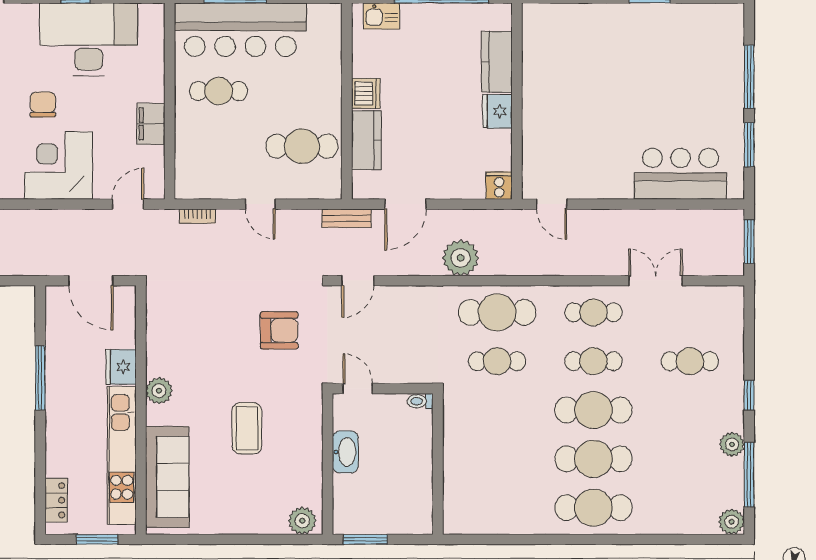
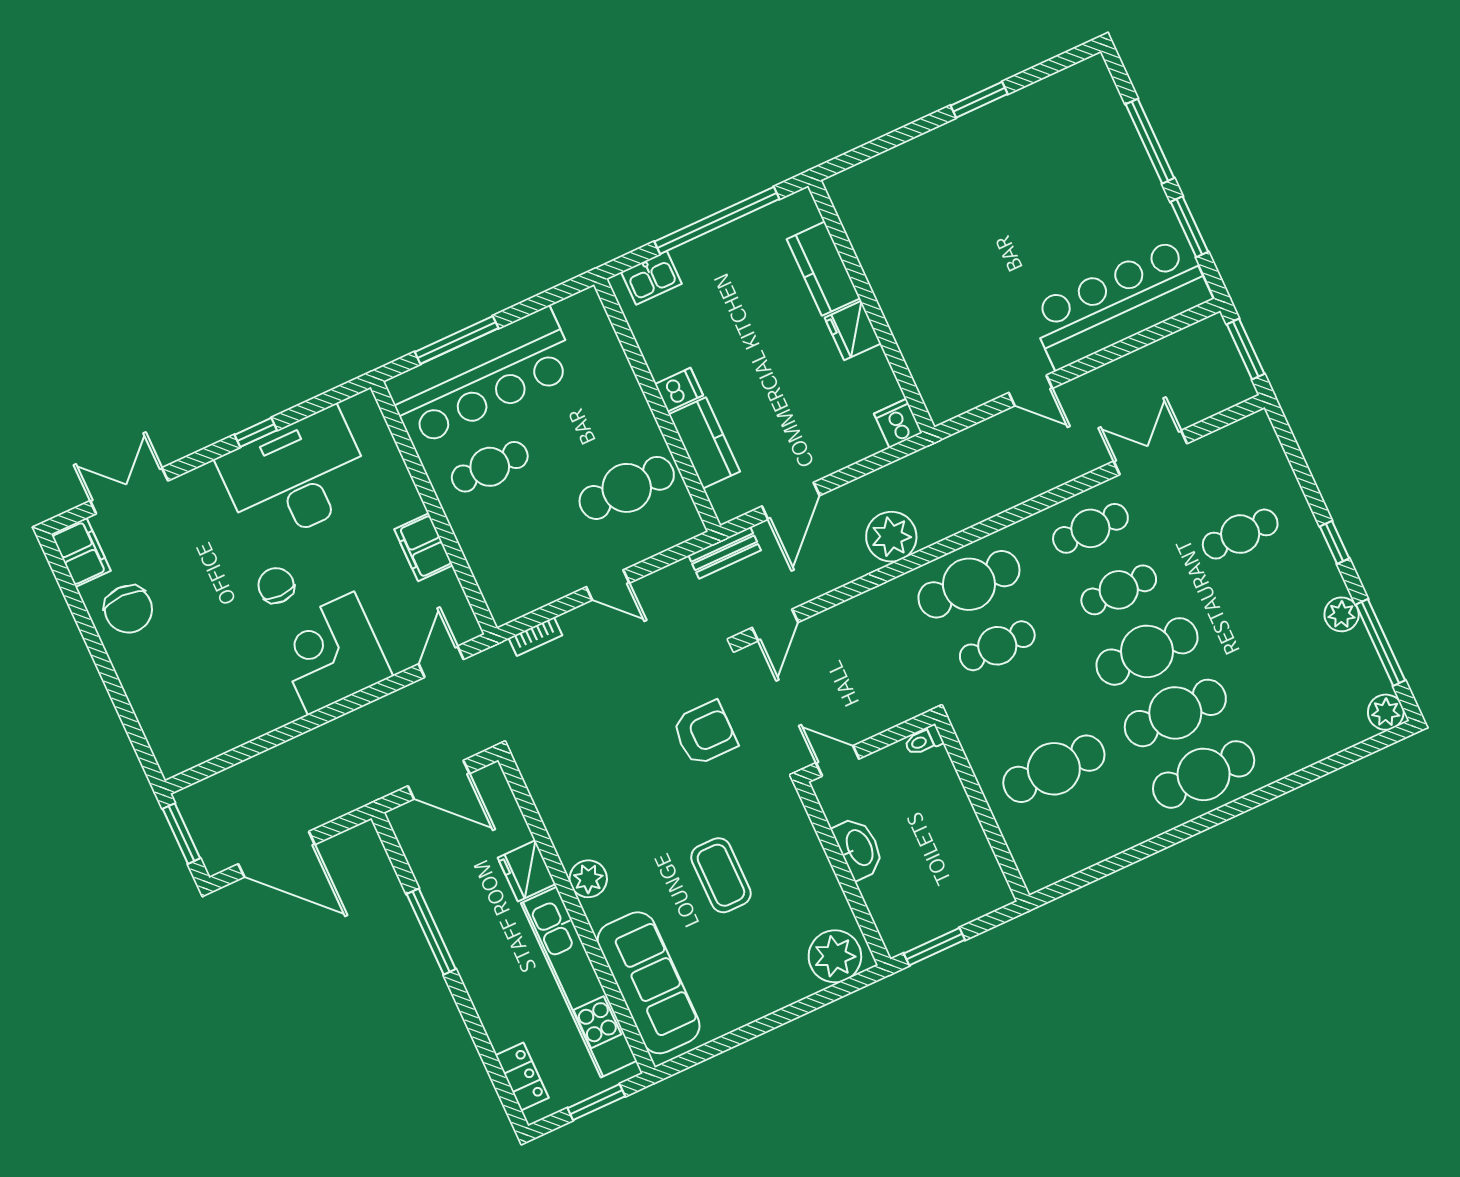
dishwasher: (366, 93) -> (679, 390), width x0.73
bar counter: (681, 174) -> (1120, 303), width x1.36
door: (552, 204) -> (1031, 391), moved
cafe table: (497, 459) -> (1054, 769), added
plant: (302, 521) -> (835, 956), width x1.36, depth x1.36

